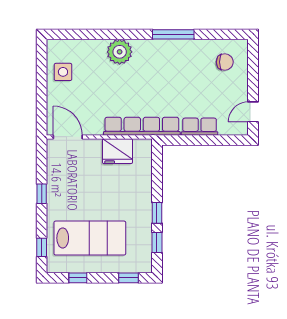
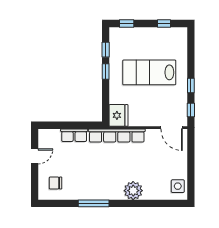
side table: (63, 72) -> (178, 186), moved
door: (253, 112) -> (35, 156), moved
fridge: (117, 151) -> (118, 115), moved, turned 90
lab bench: (90, 238) -> (149, 72), moved
window: (42, 247) -> (191, 110), moved

